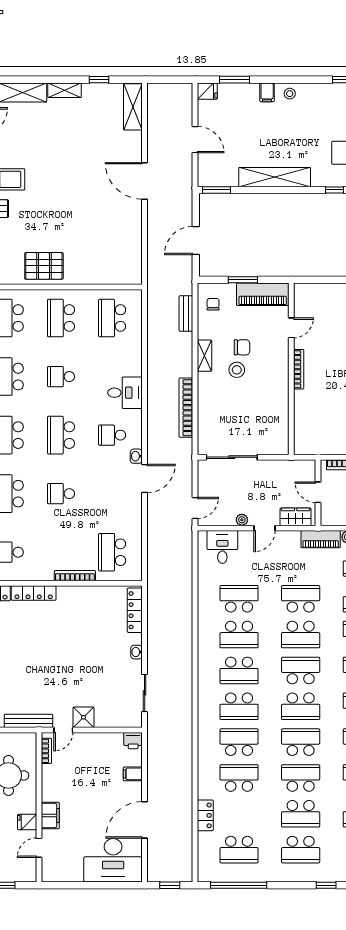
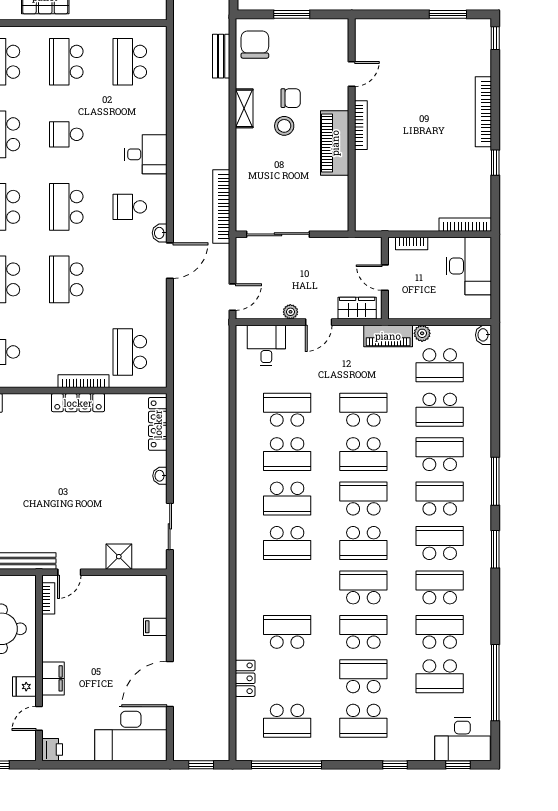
piano: (263, 294) -> (335, 143), moved, turned 90
chair: (213, 304) -> (255, 45), width x1.87, depth x1.87
bookcase: (186, 408) -> (221, 207), moved
school desk: (61, 494) -> (66, 279), width x1.85
locker: (34, 593) -> (78, 403), moved
shower: (83, 717) -> (119, 557), moved
printer: (133, 741) -> (52, 750), moved, turned -90
school desk: (239, 742) -> (287, 587), removed
school desk: (301, 814) -> (363, 676), turned 180

